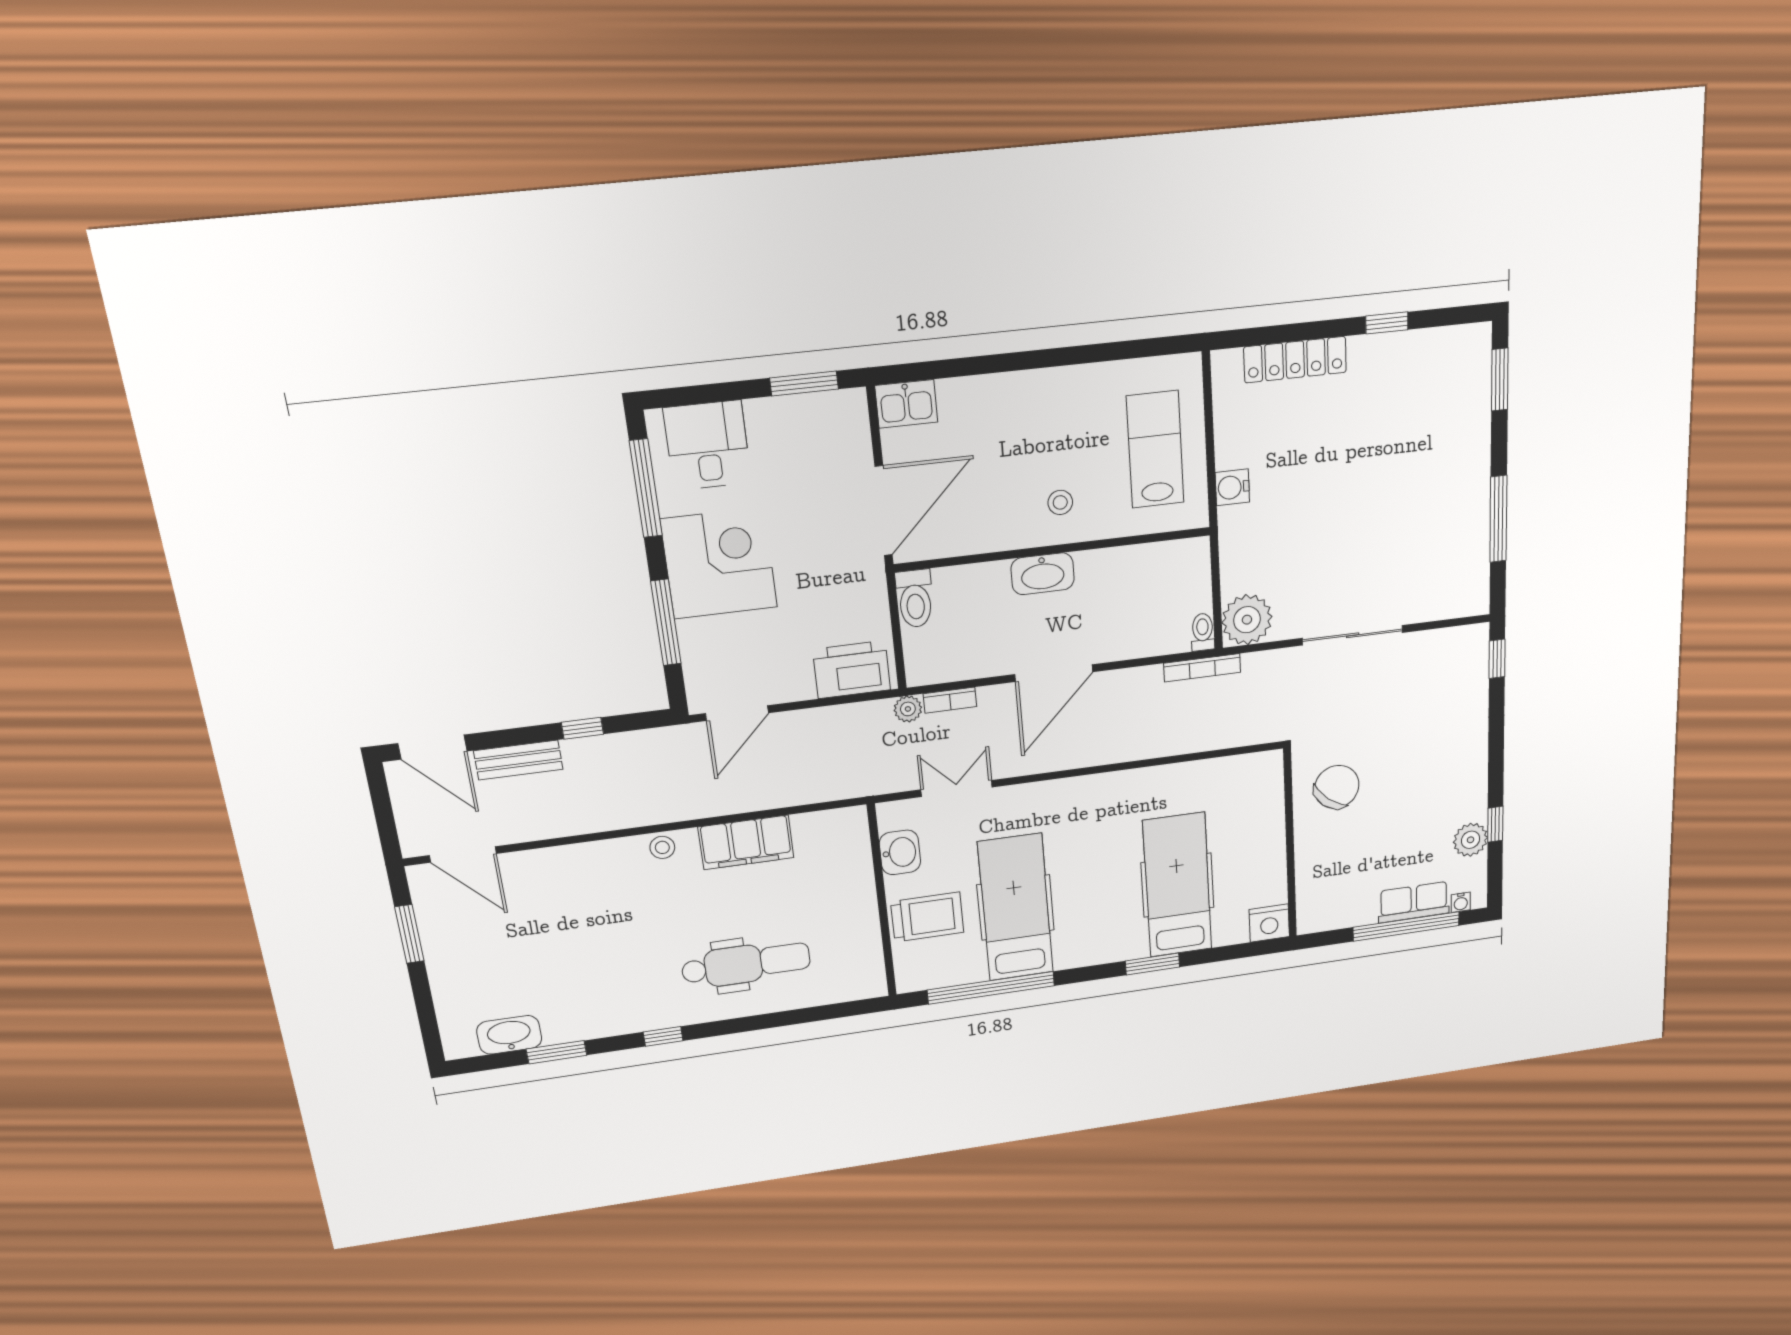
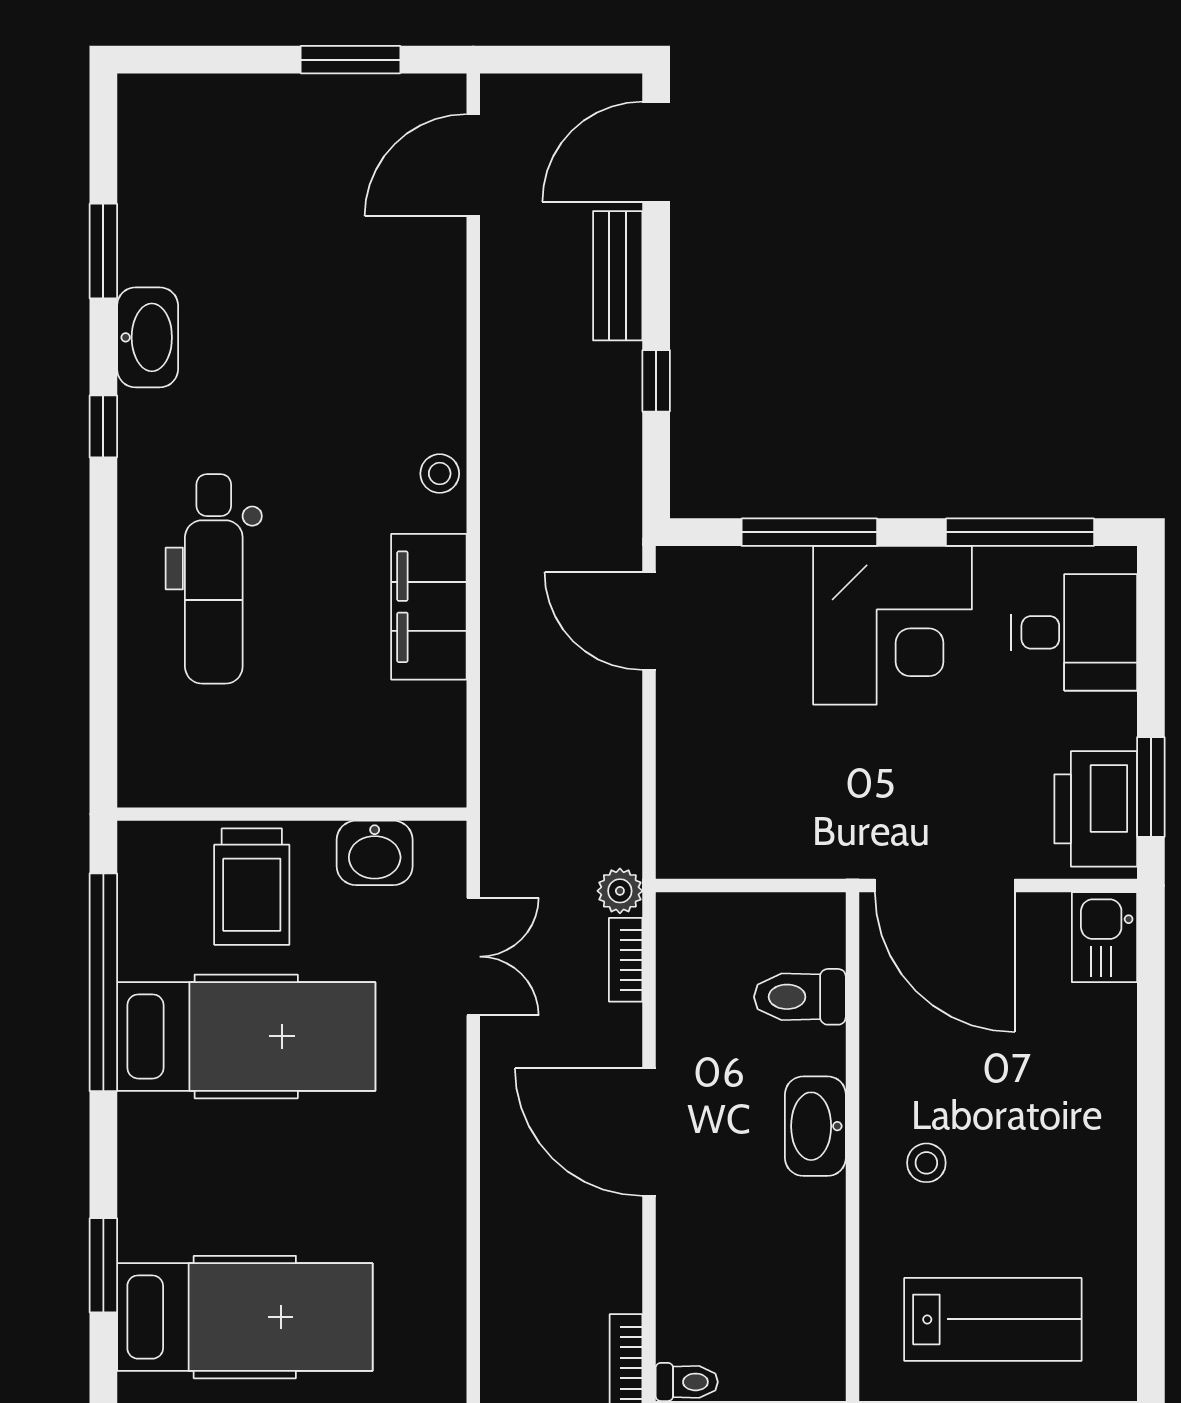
toilet: (915, 599) -> (800, 997), moved
printer: (852, 670) -> (1096, 809), moved, turned 180
washbasin: (509, 1035) -> (148, 337), moved

